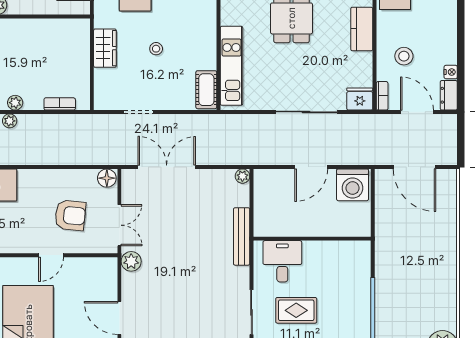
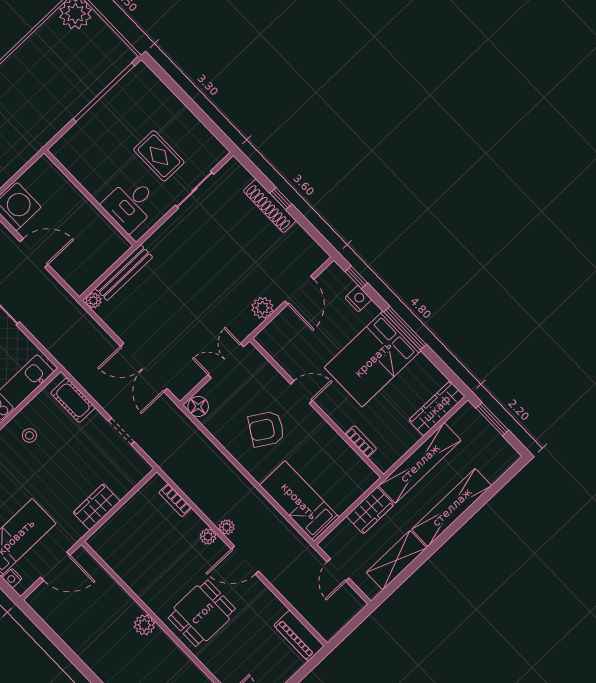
stool: (156, 49) -> (29, 435), moved
cot: (206, 90) -> (73, 400), moved, turned 90
armchair: (70, 215) -> (266, 429), moved, turned -64
bench: (242, 236) -> (124, 273), moved
plant: (131, 261) -> (262, 308), moved

